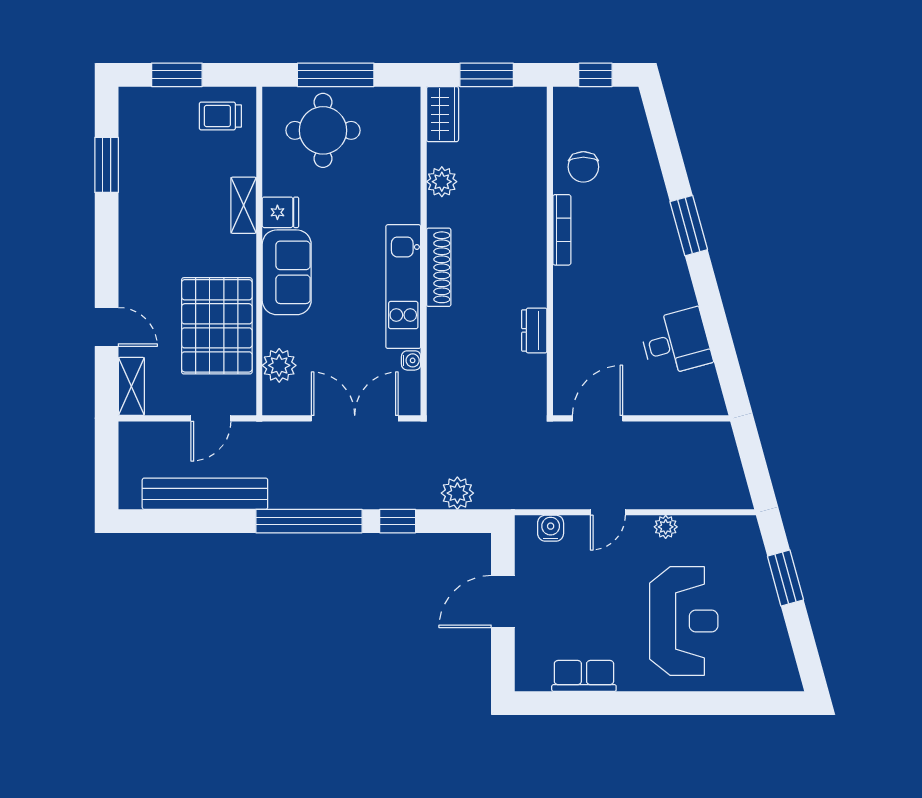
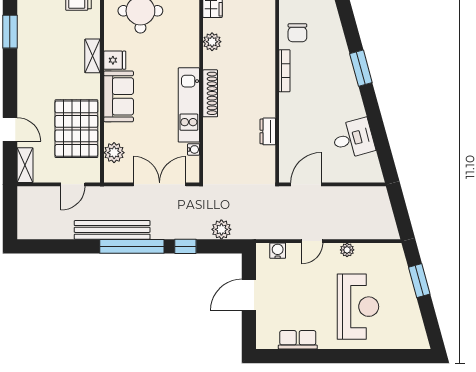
bench: (205, 494) -> (112, 230), moved

